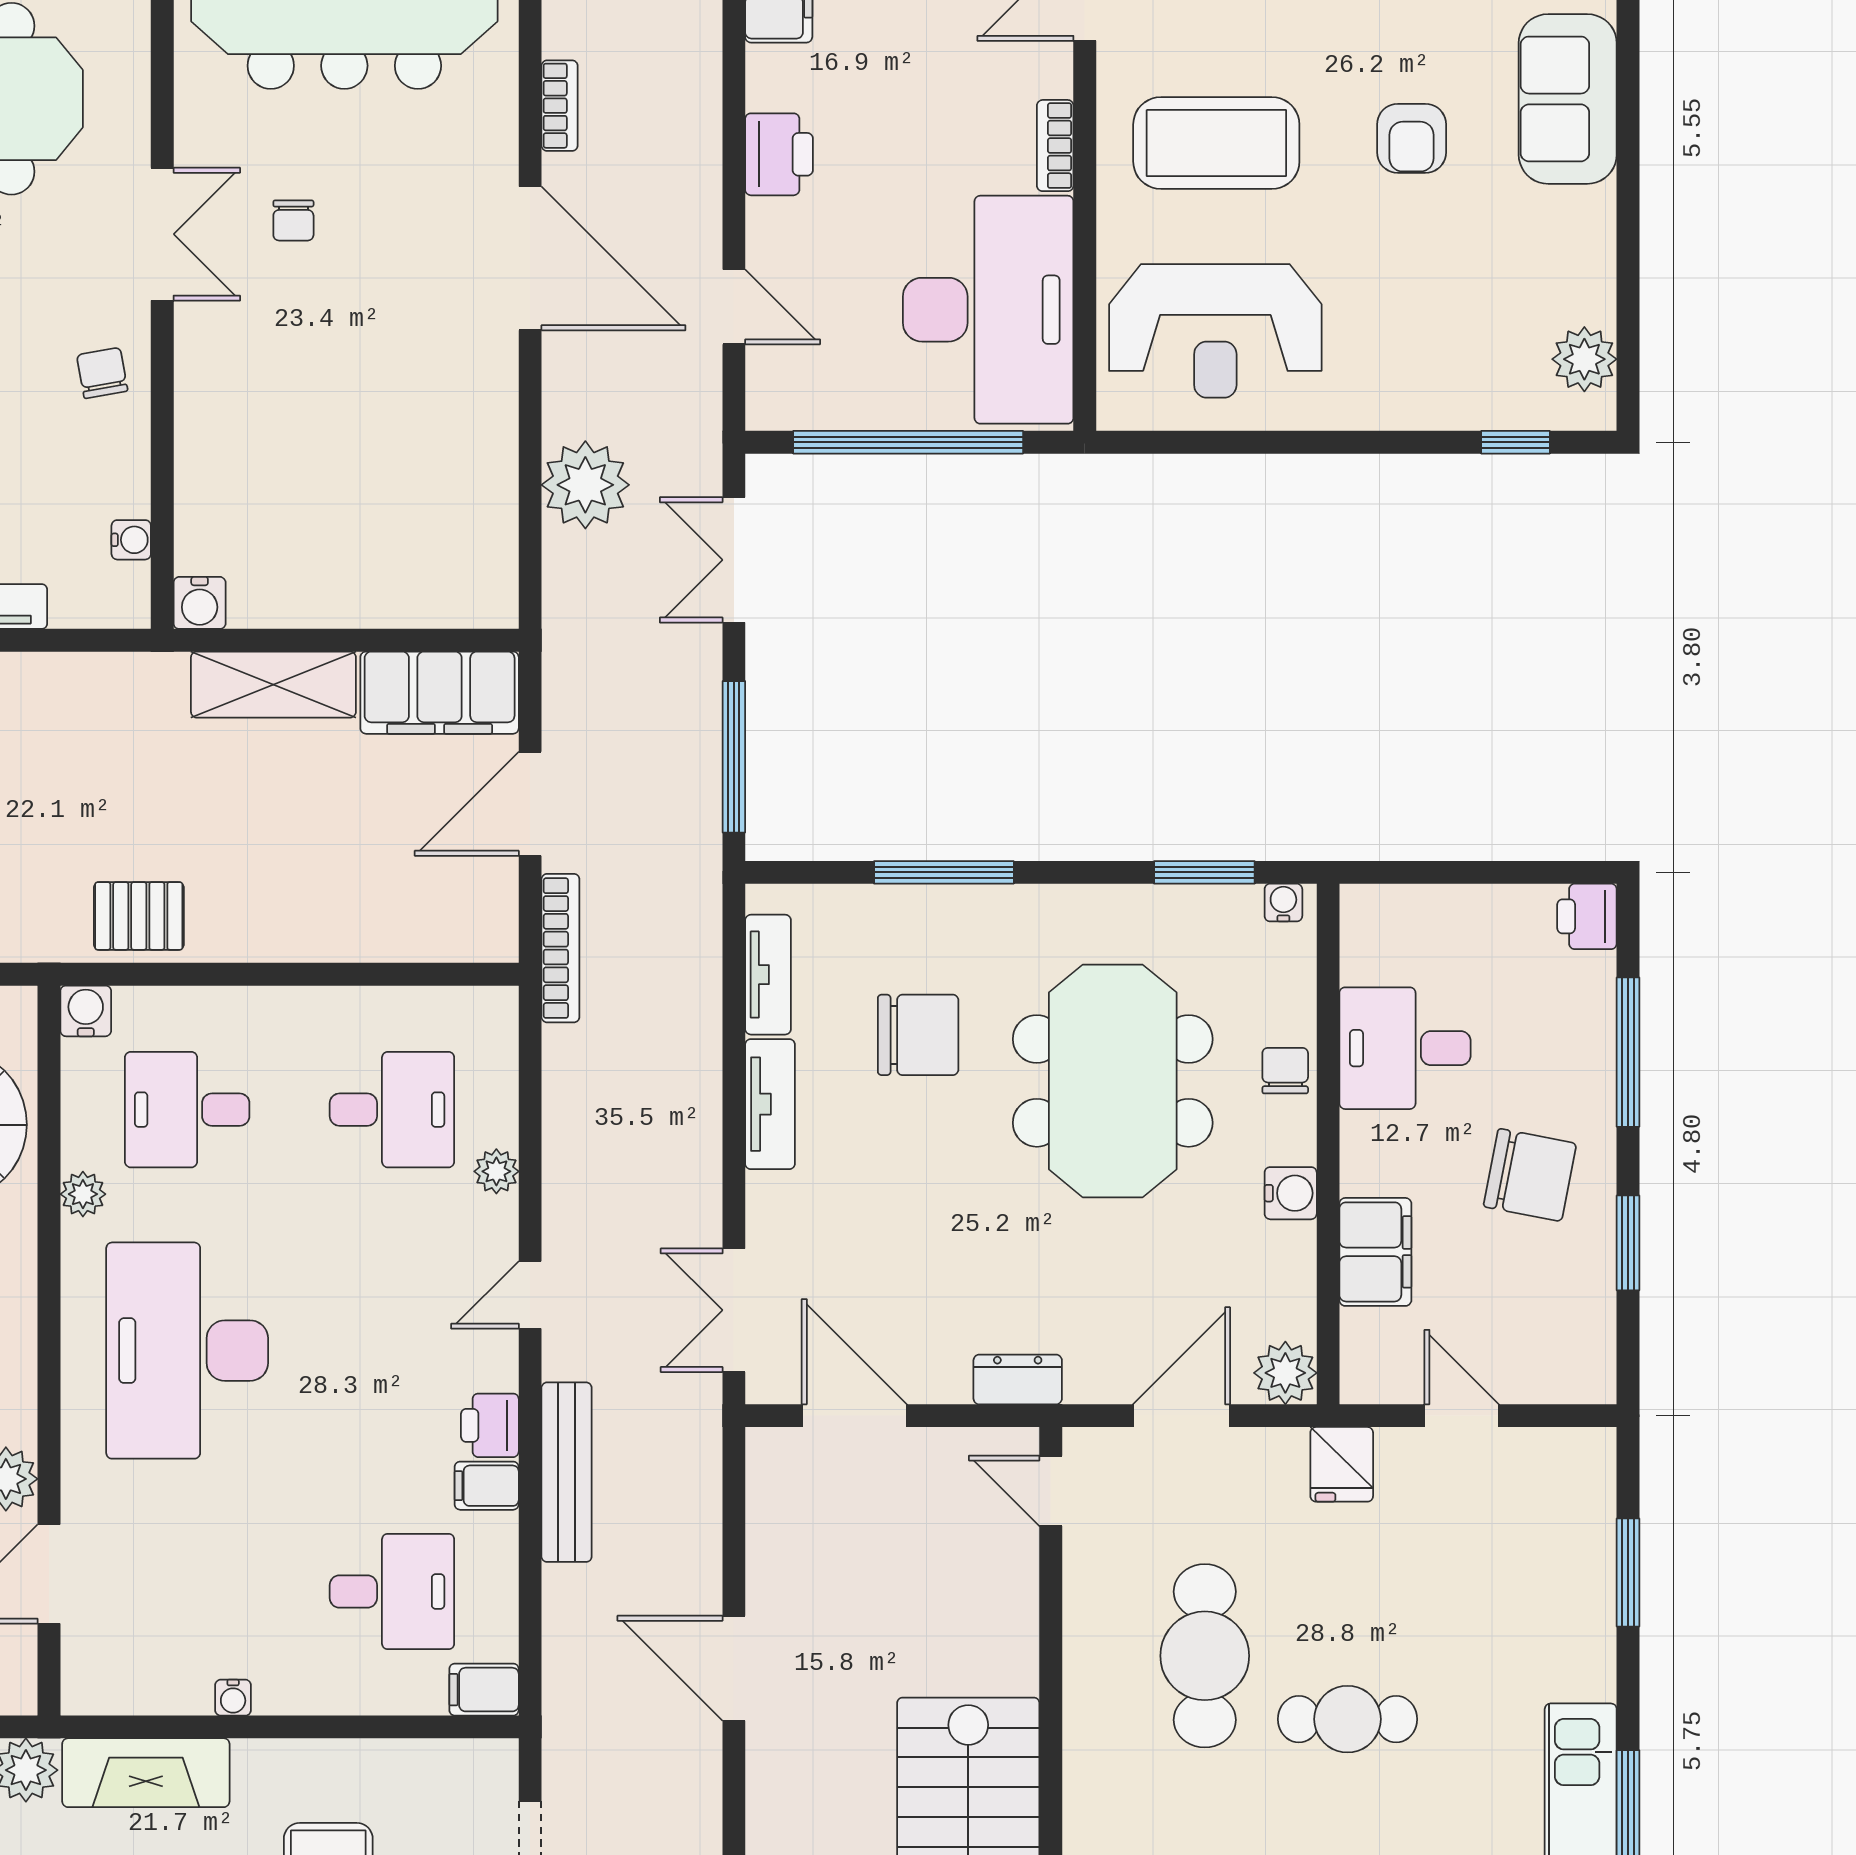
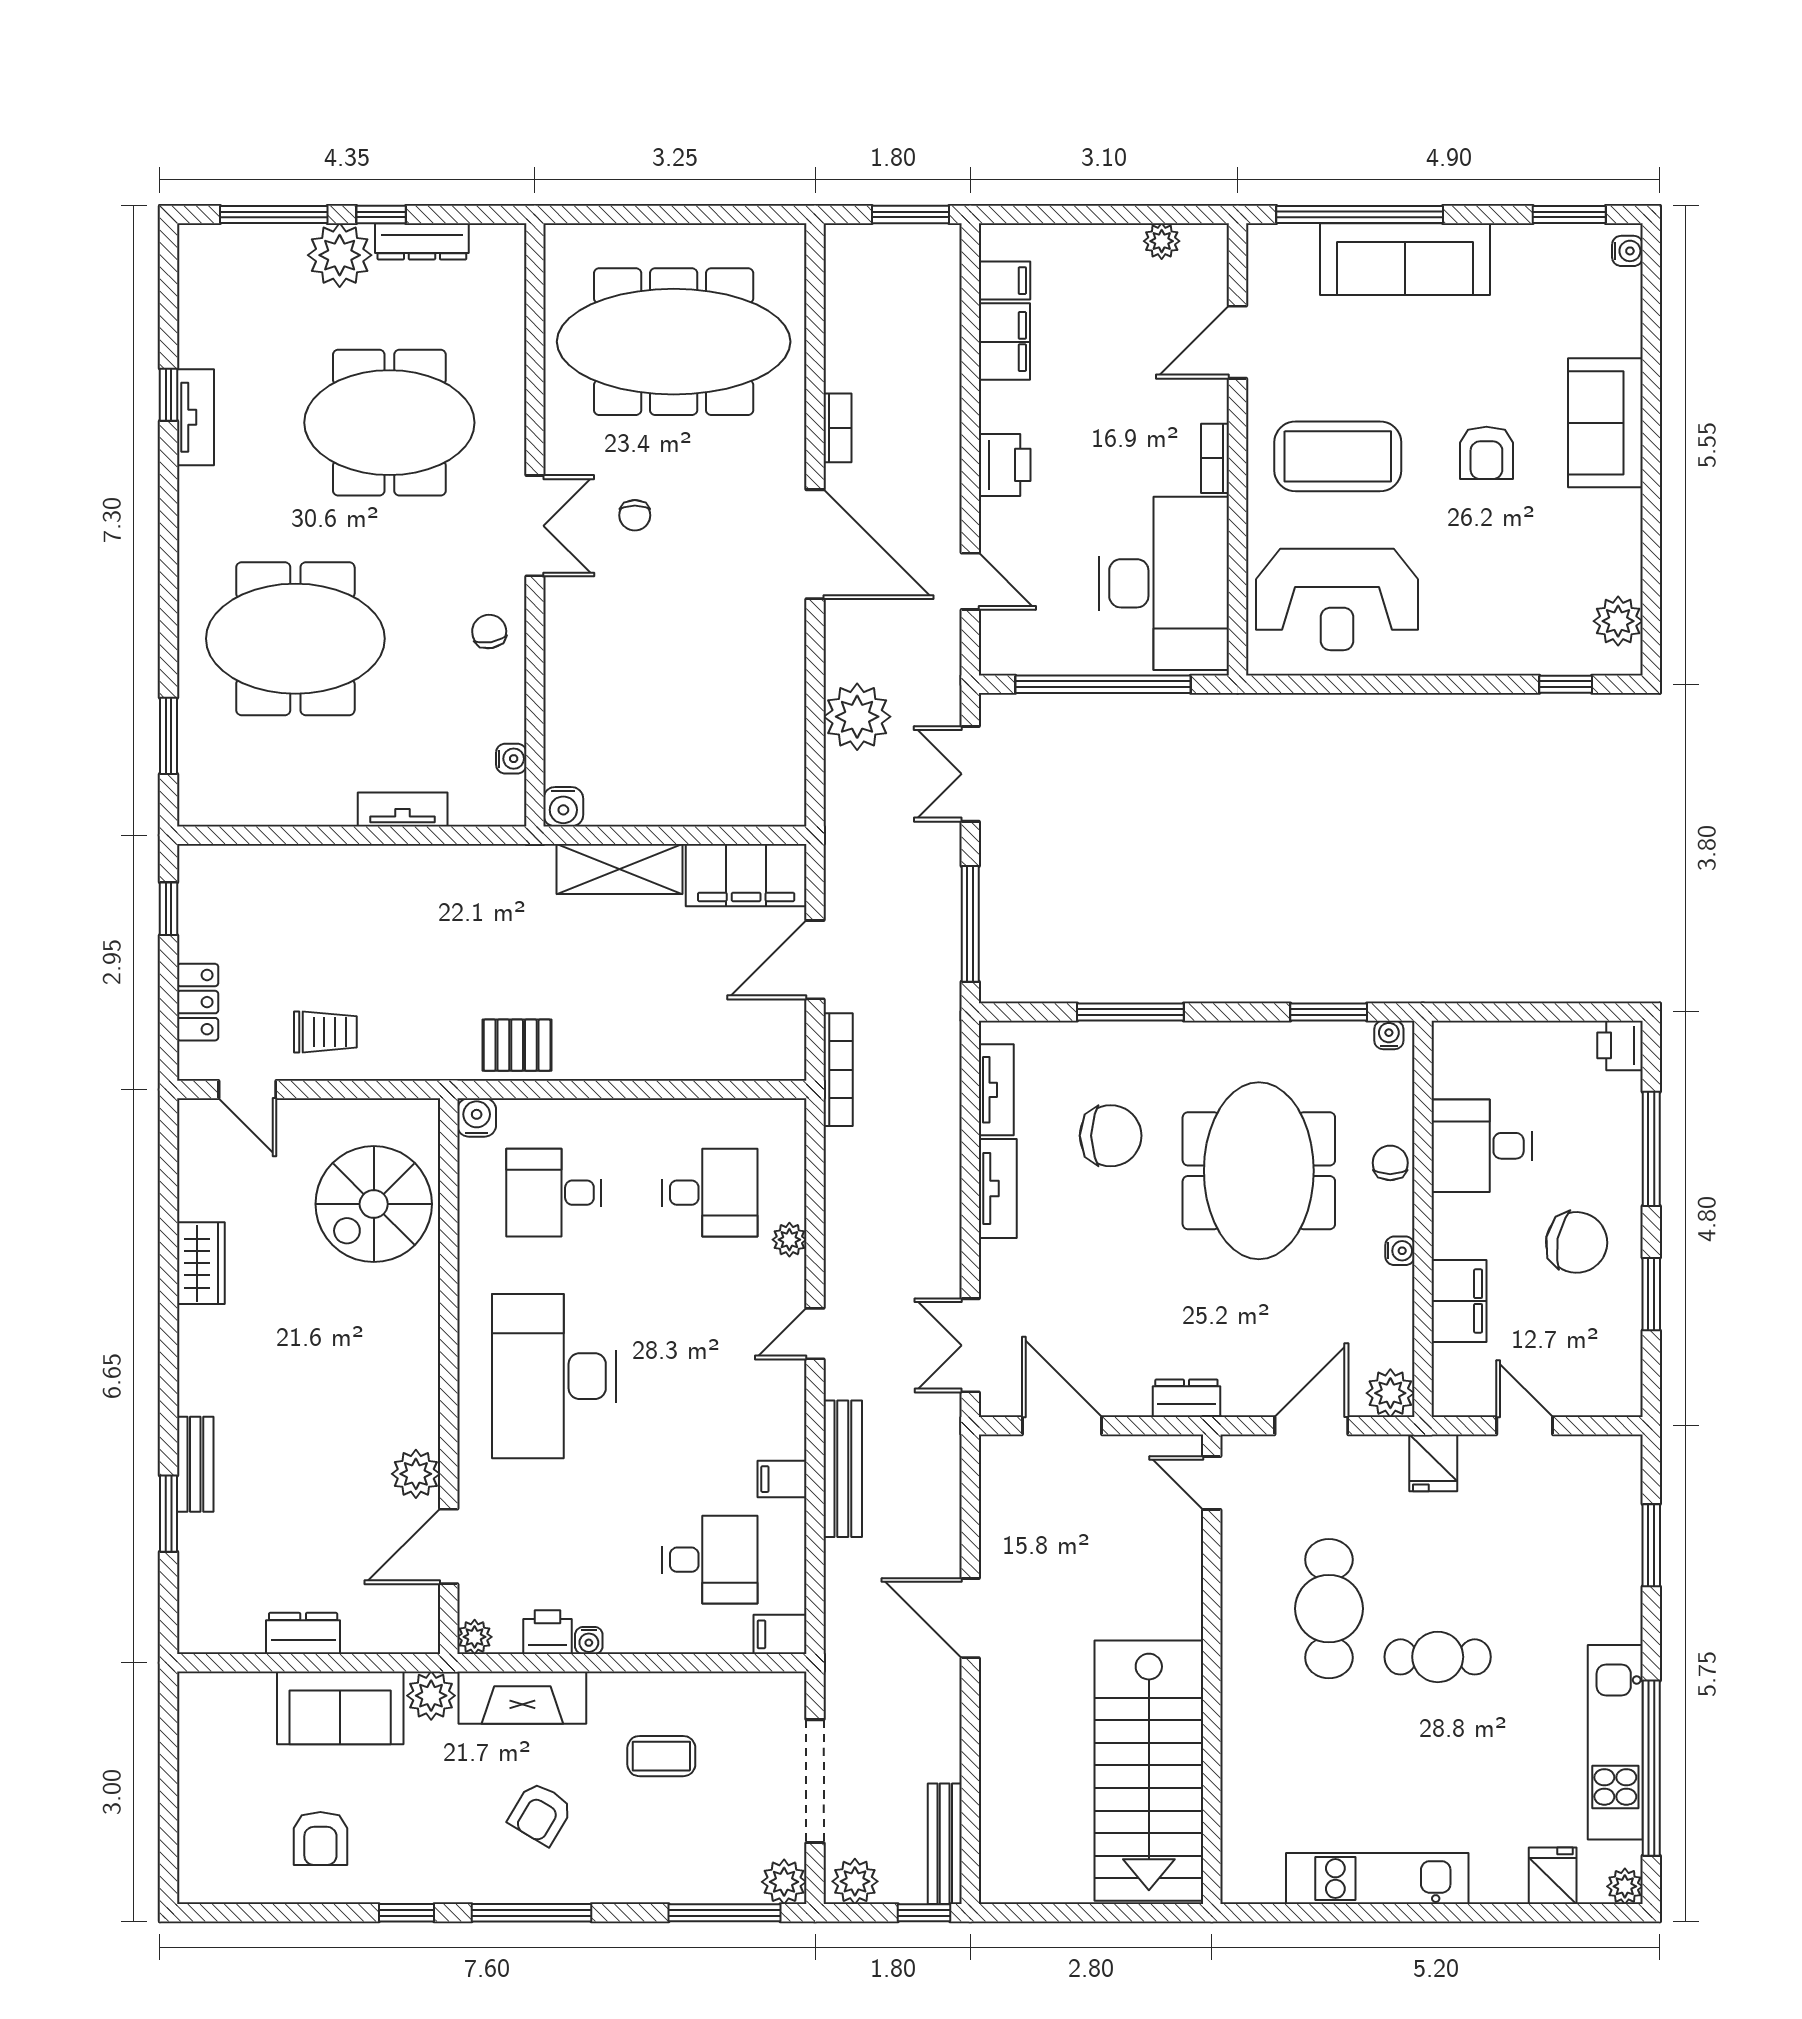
water cooler: (1291, 1193) -> (1400, 1251), width x0.72, depth x0.72
plant: (83, 1194) -> (475, 1637), moved
printer: (490, 1425) -> (547, 1632), moved, turned 90

